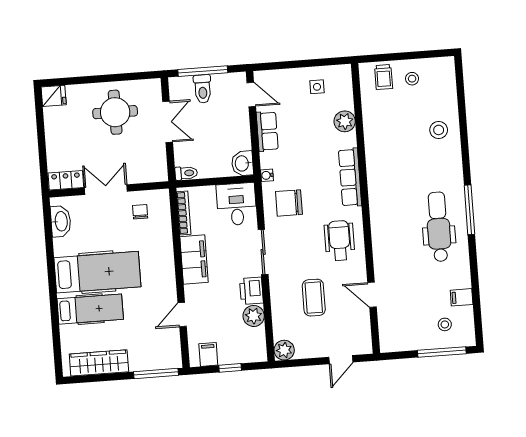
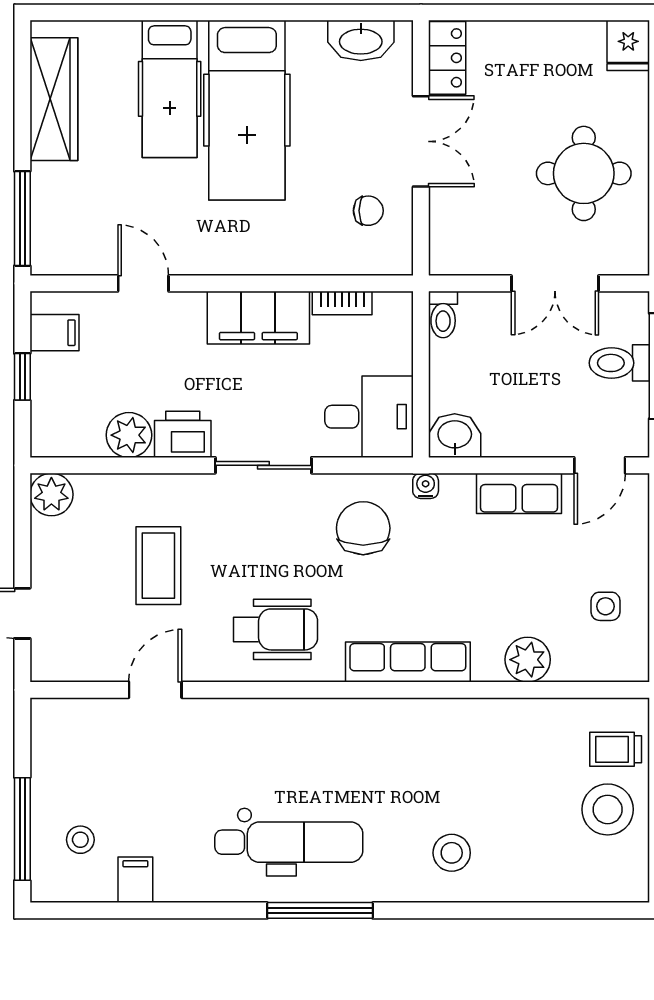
stool: (412, 79) -> (608, 809), width x1.89, depth x1.89
stool: (439, 130) -> (452, 853), moved
bookcase: (184, 213) -> (342, 303), width x0.64
coffee table: (314, 298) -> (158, 566), turned 90

